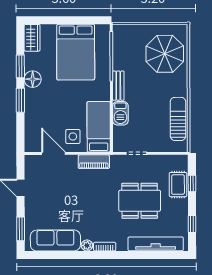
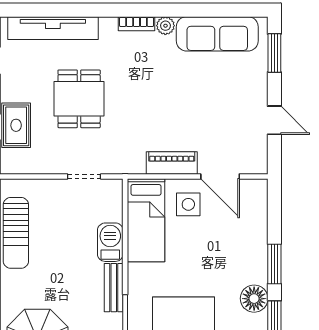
piano: (94, 162) -> (172, 163), moved
dining table: (140, 201) -> (79, 99), width x0.73

